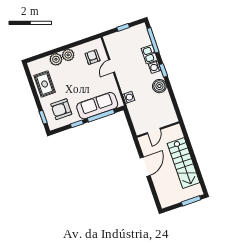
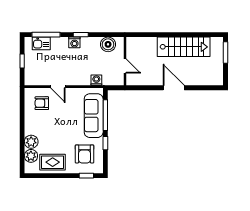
kitchen sink: (149, 54) -> (41, 43), moved
plant: (68, 55) -> (31, 156), moved
boiler: (159, 86) -> (108, 44), moved
wall: (158, 130) -> (125, 61), moved
door: (154, 131) -> (125, 66), moved

